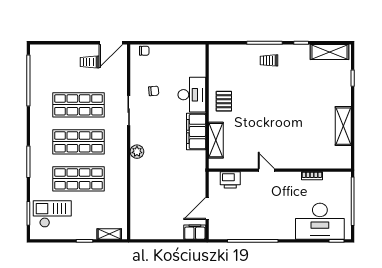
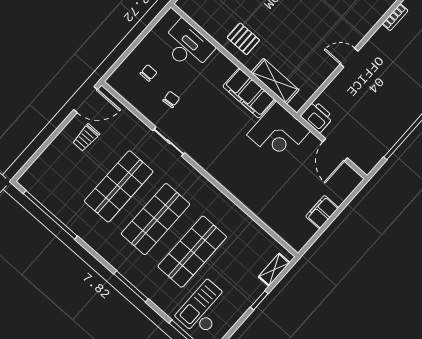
door: (111, 43) -> (86, 100), hinge flipped
chair: (144, 51) -> (148, 73), moved
desk: (192, 95) -> (187, 46), moved
plant: (137, 152) -> (217, 170), removed
corner desk: (188, 168) -> (278, 133), added
printer: (230, 180) -> (317, 117), moved, turned -90
filing cabinet: (195, 232) -> (322, 212), moved

